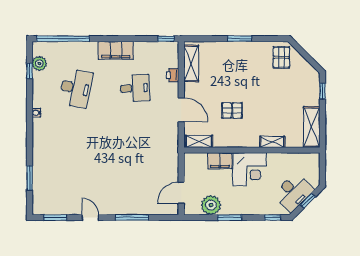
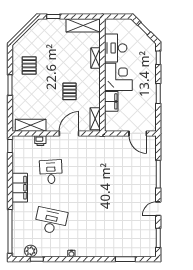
pallet: (281, 57) -> (29, 65), moved, turned 90
desk: (293, 192) -> (116, 48), moved, turned -135
plant: (211, 205) -> (148, 109), removed

